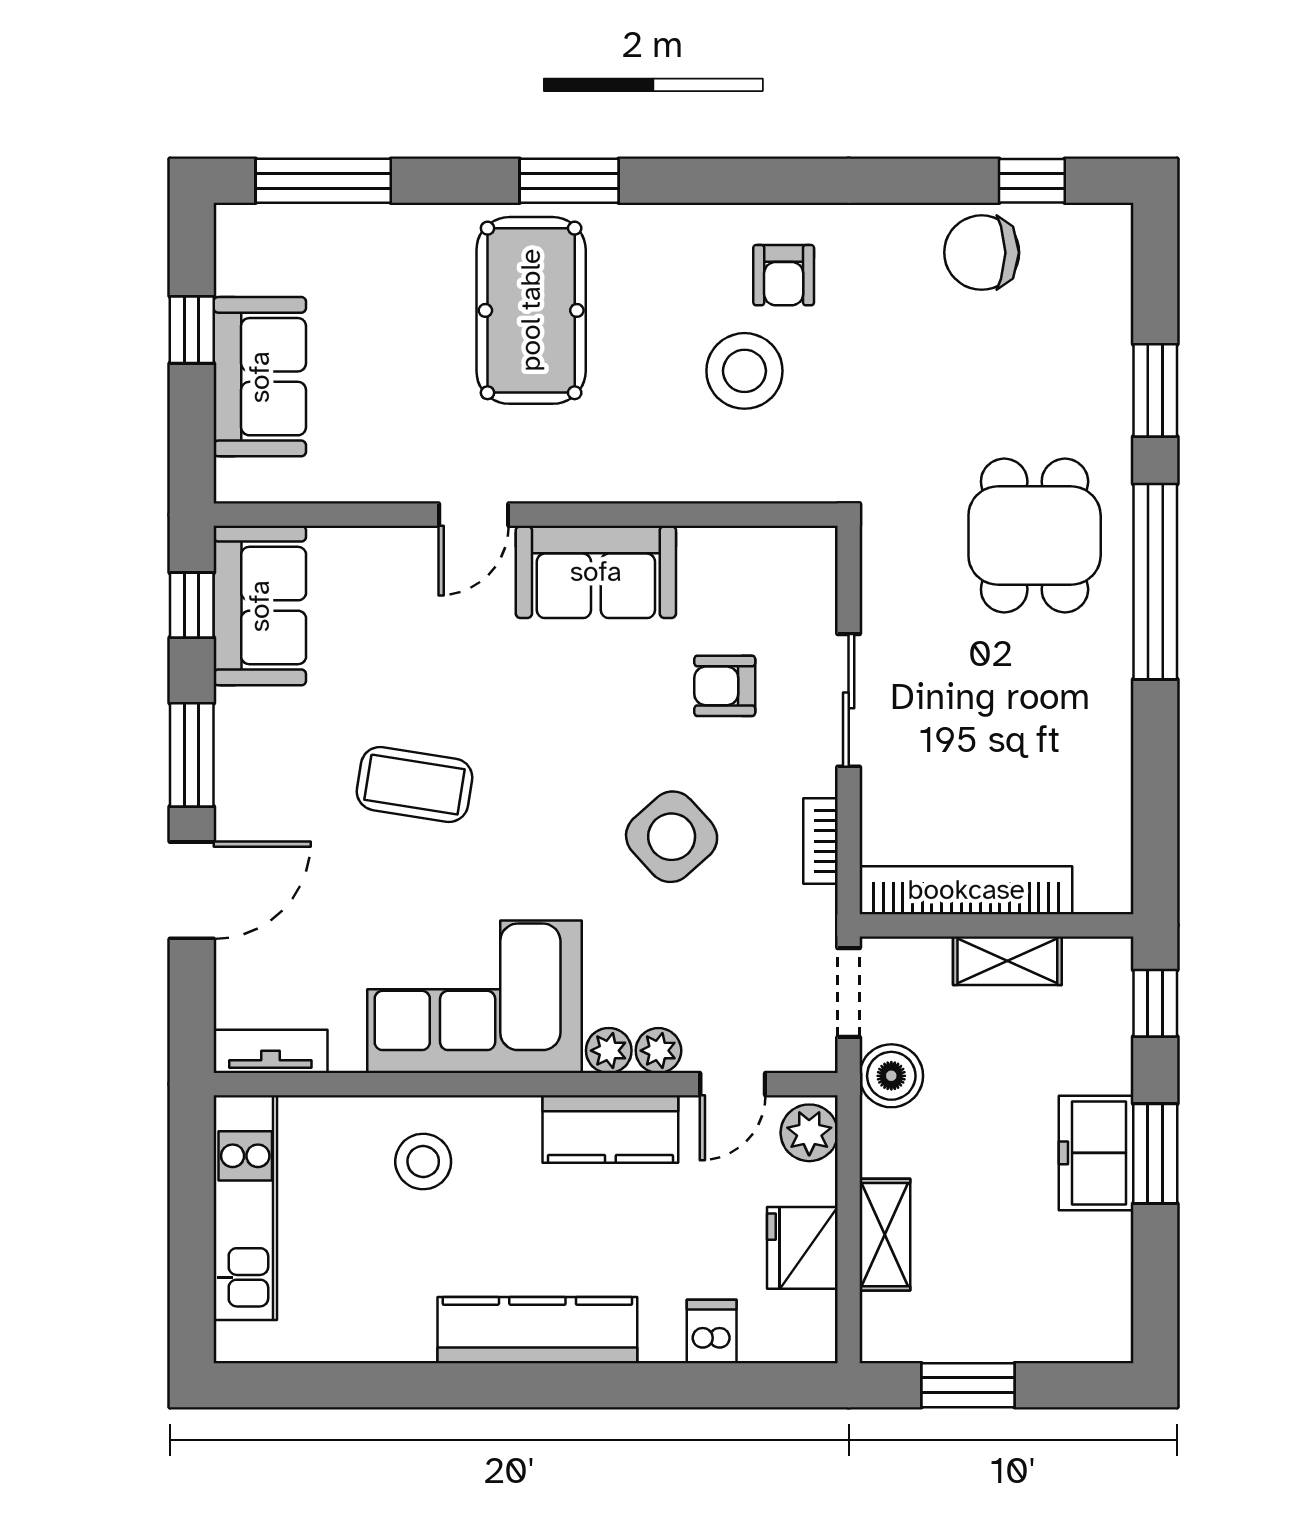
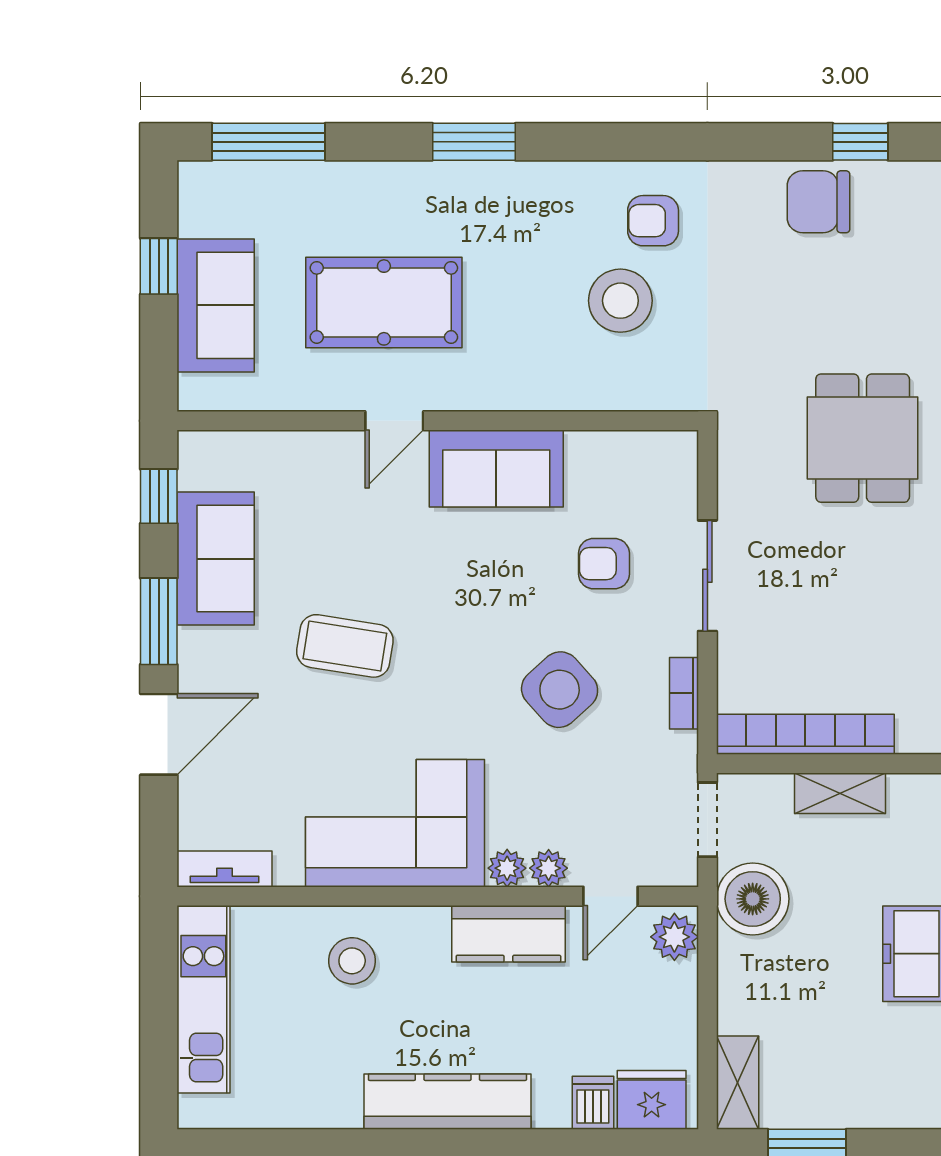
armchair: (784, 275) -> (653, 221), turned 90
pool table: (531, 310) -> (384, 302), moved, turned 90
sofa: (260, 606) -> (216, 559), moved
boiler: (891, 1076) -> (753, 899), width x1.37, depth x1.37
shelving: (885, 1235) -> (738, 1083), moved
fridge: (802, 1248) -> (652, 1100), moved, turned 90

